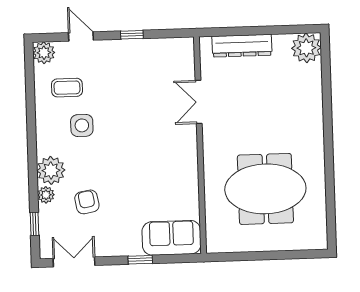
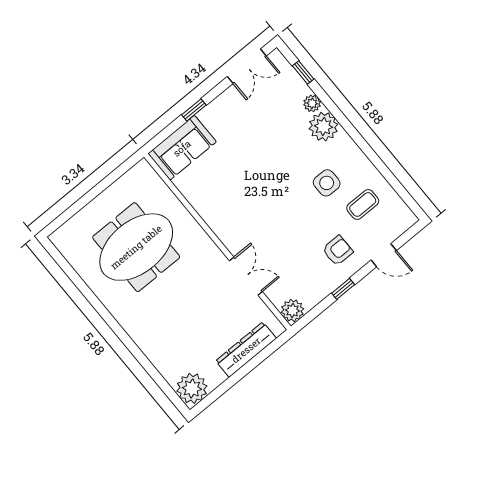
plant: (44, 53) -> (292, 311), moved
armchair: (87, 202) -> (338, 251), moved, turned -80

